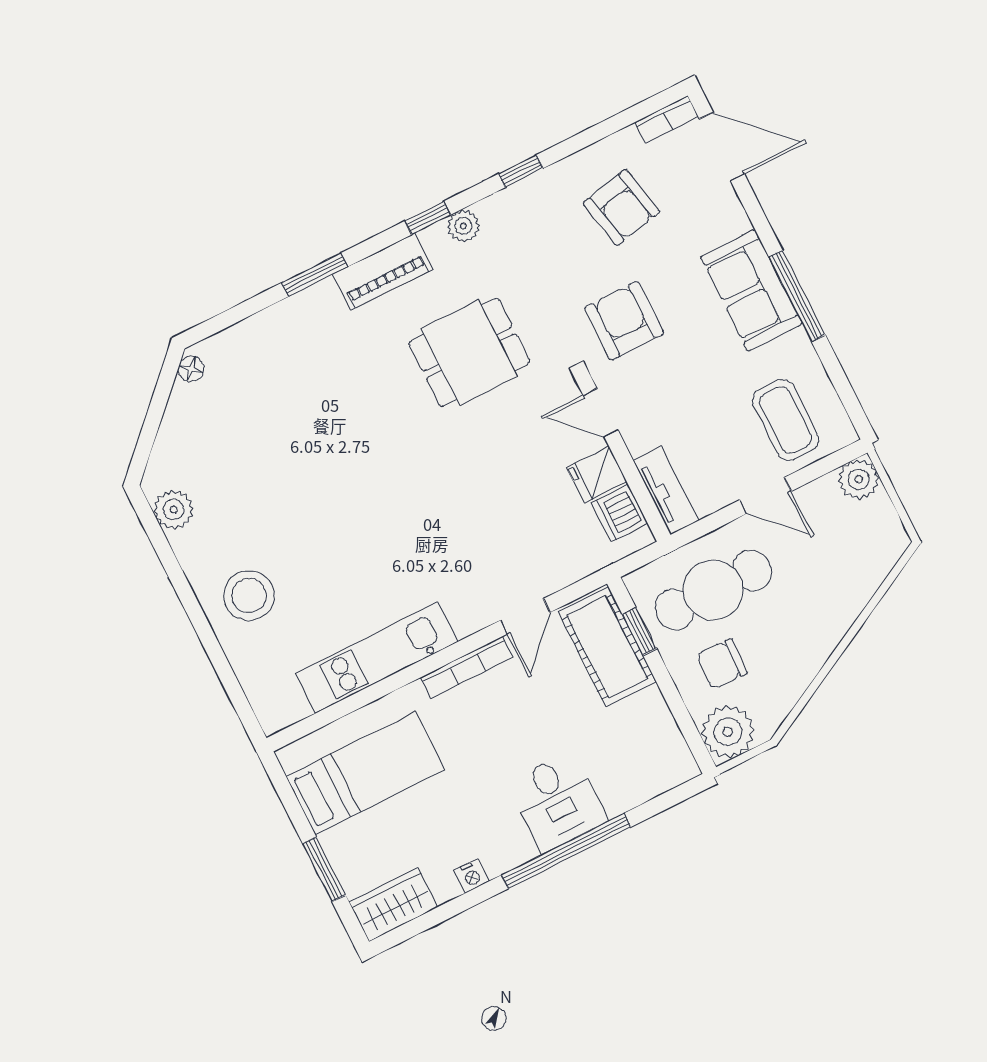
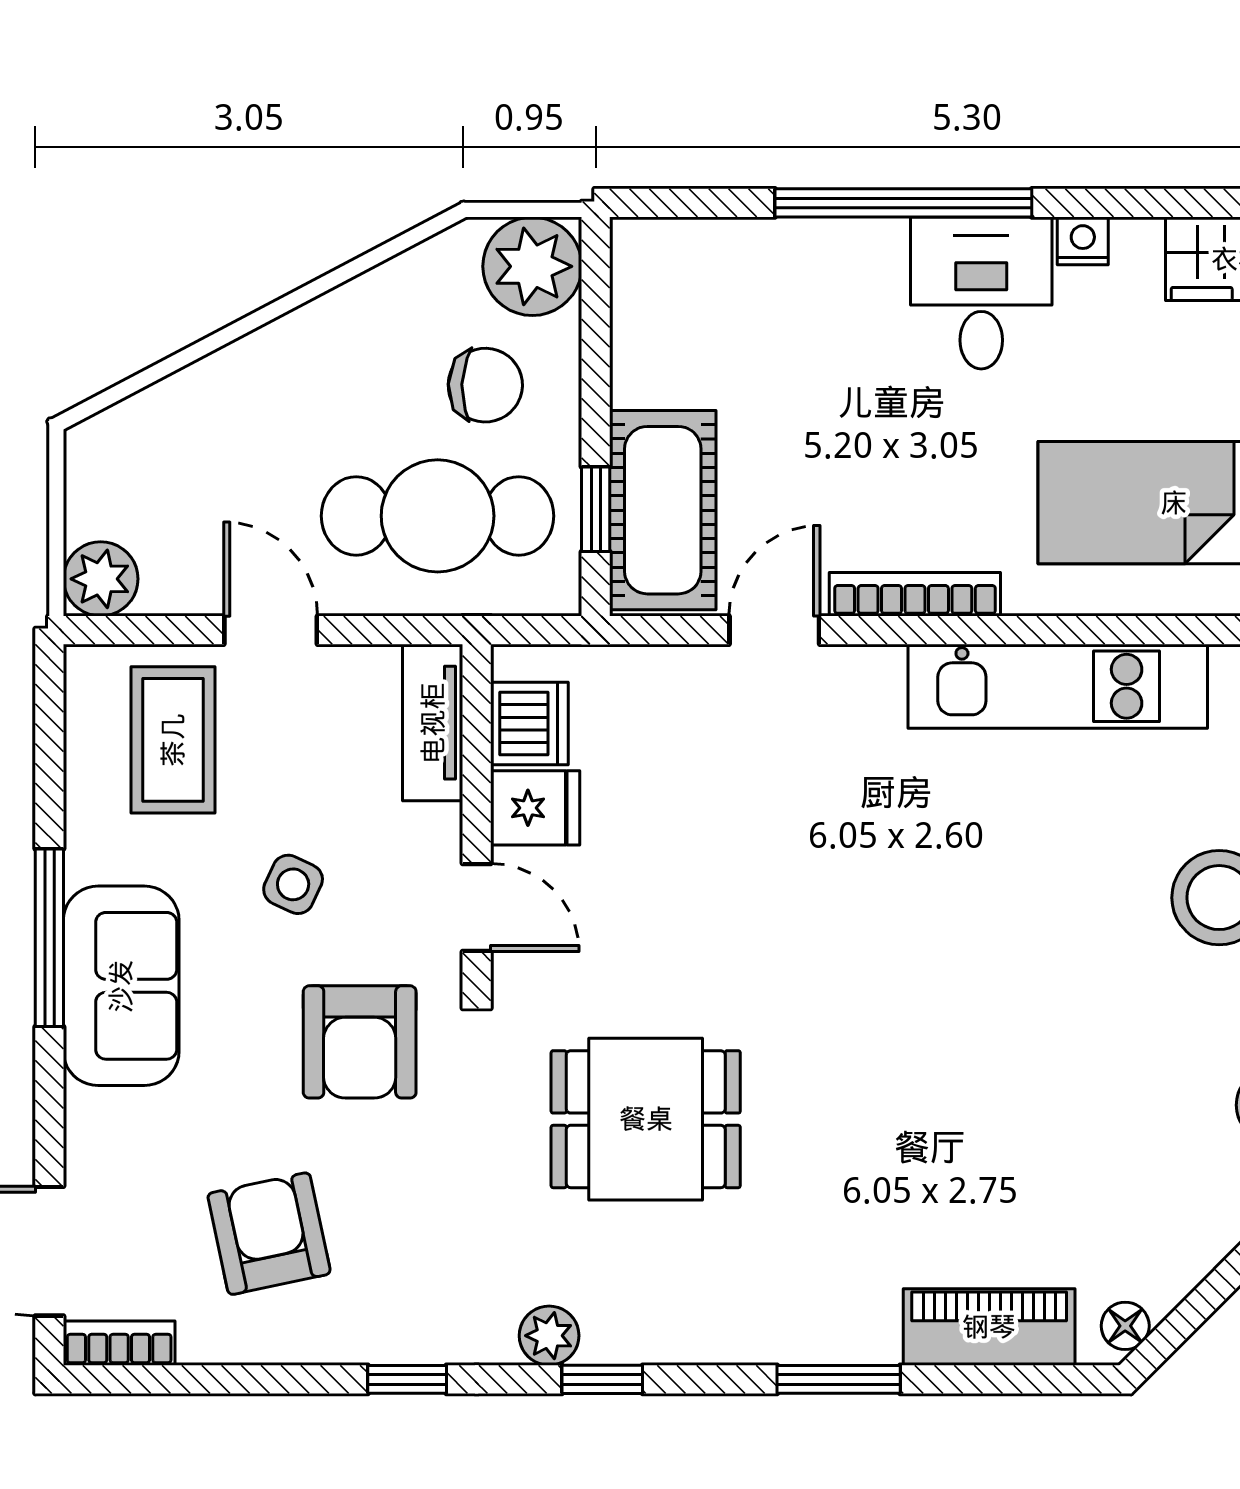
piano: (383, 272) -> (989, 1327), moved
side table: (694, 380) -> (293, 884), added
desk: (557, 802) -> (981, 293), moved

